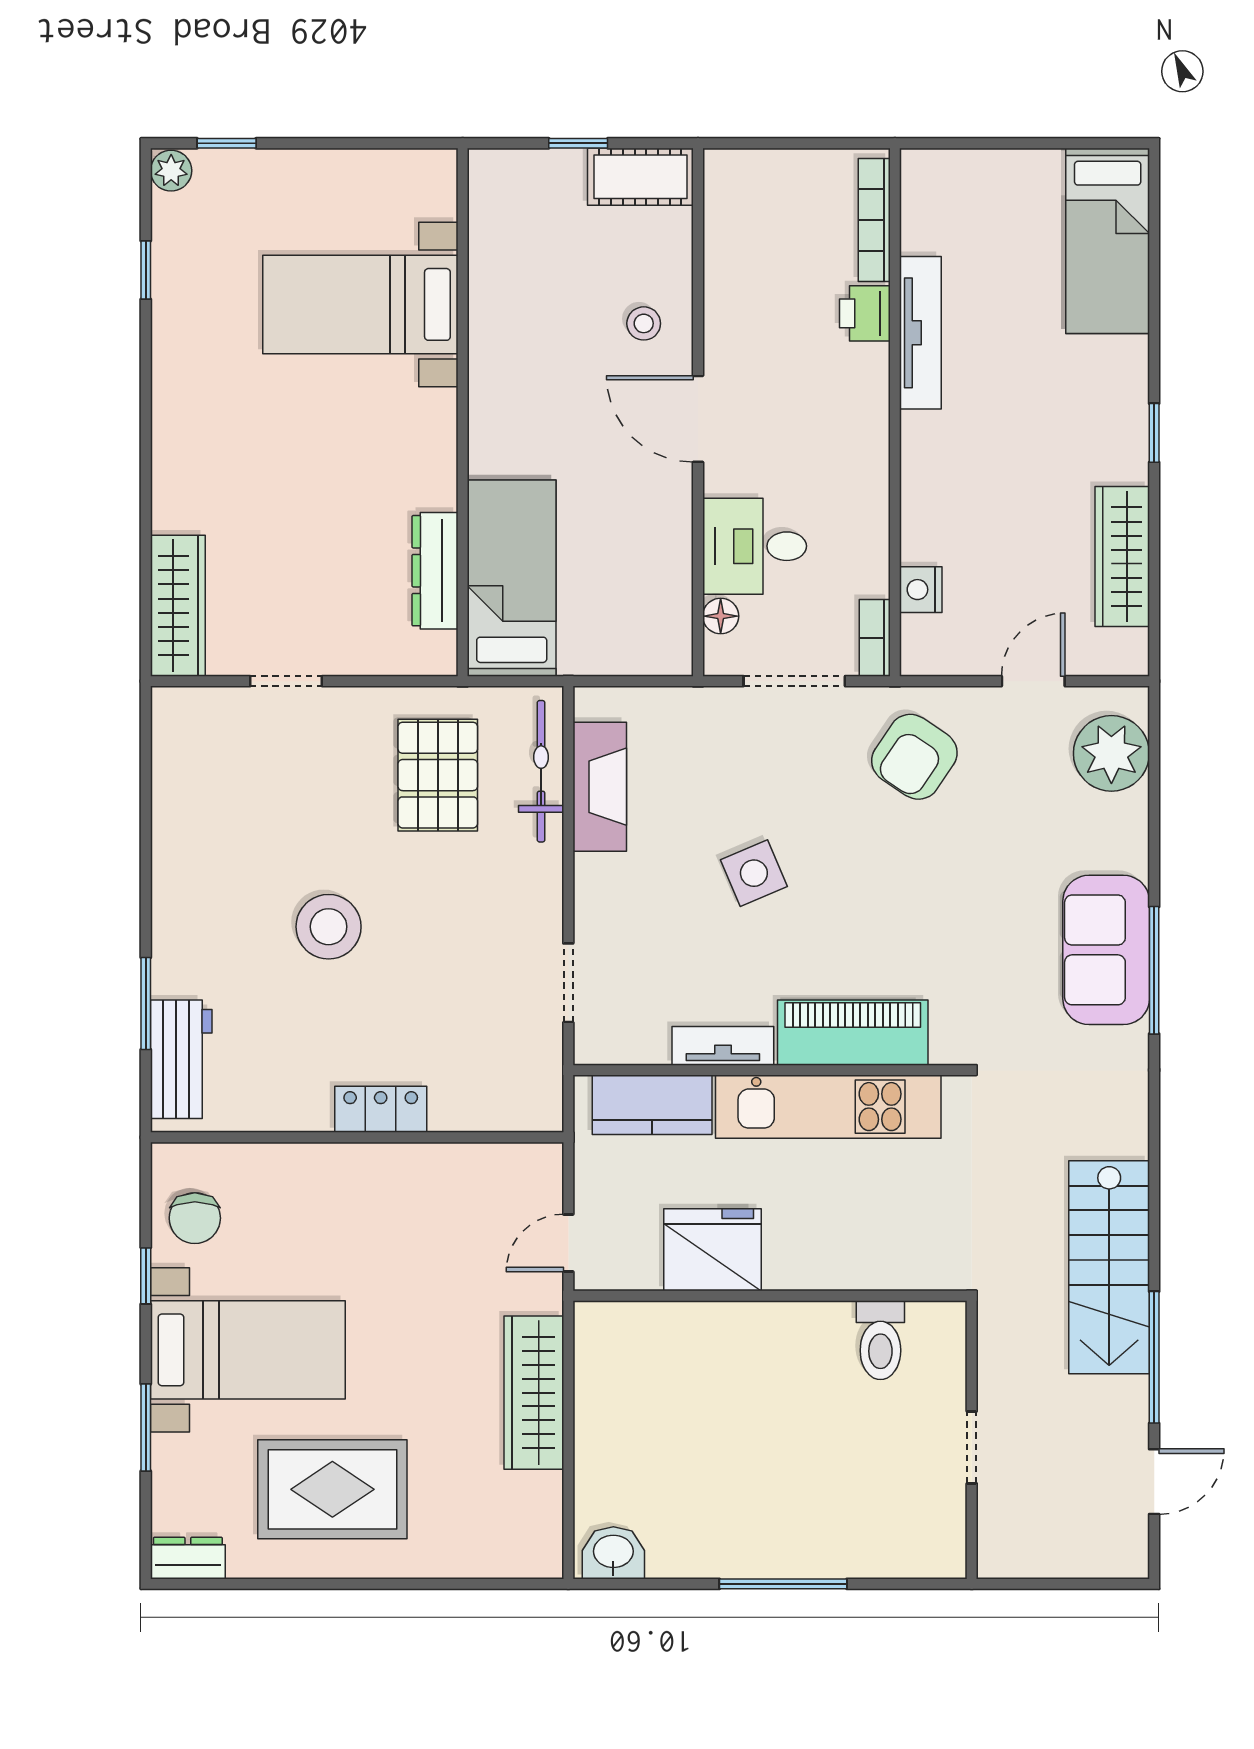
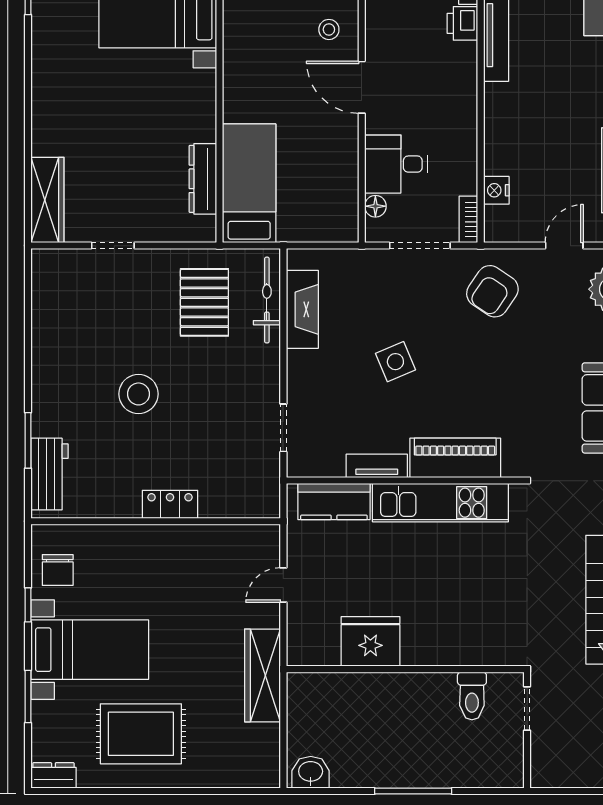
fridge: (713, 1250) -> (370, 641), moved
wall: (770, 1296) -> (405, 669), moved
toilet: (880, 1340) -> (472, 696), moved

